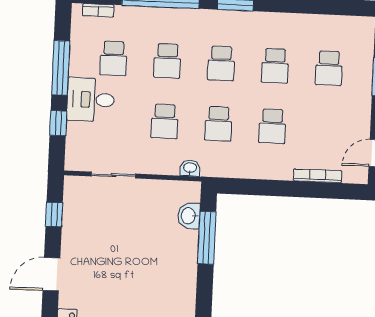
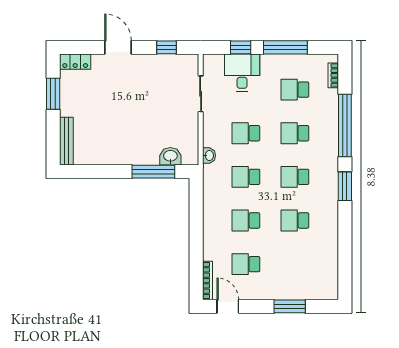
school desk: (329, 68) -> (246, 264), moved
desk: (91, 100) -> (242, 73), moved
bookcase: (318, 176) -> (207, 281), moved

